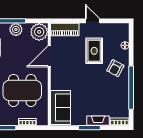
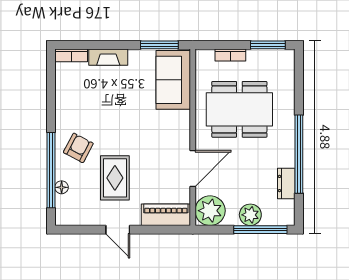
window: (131, 88) -> (51, 170), moved
window: (89, 128) -> (159, 45), moved

